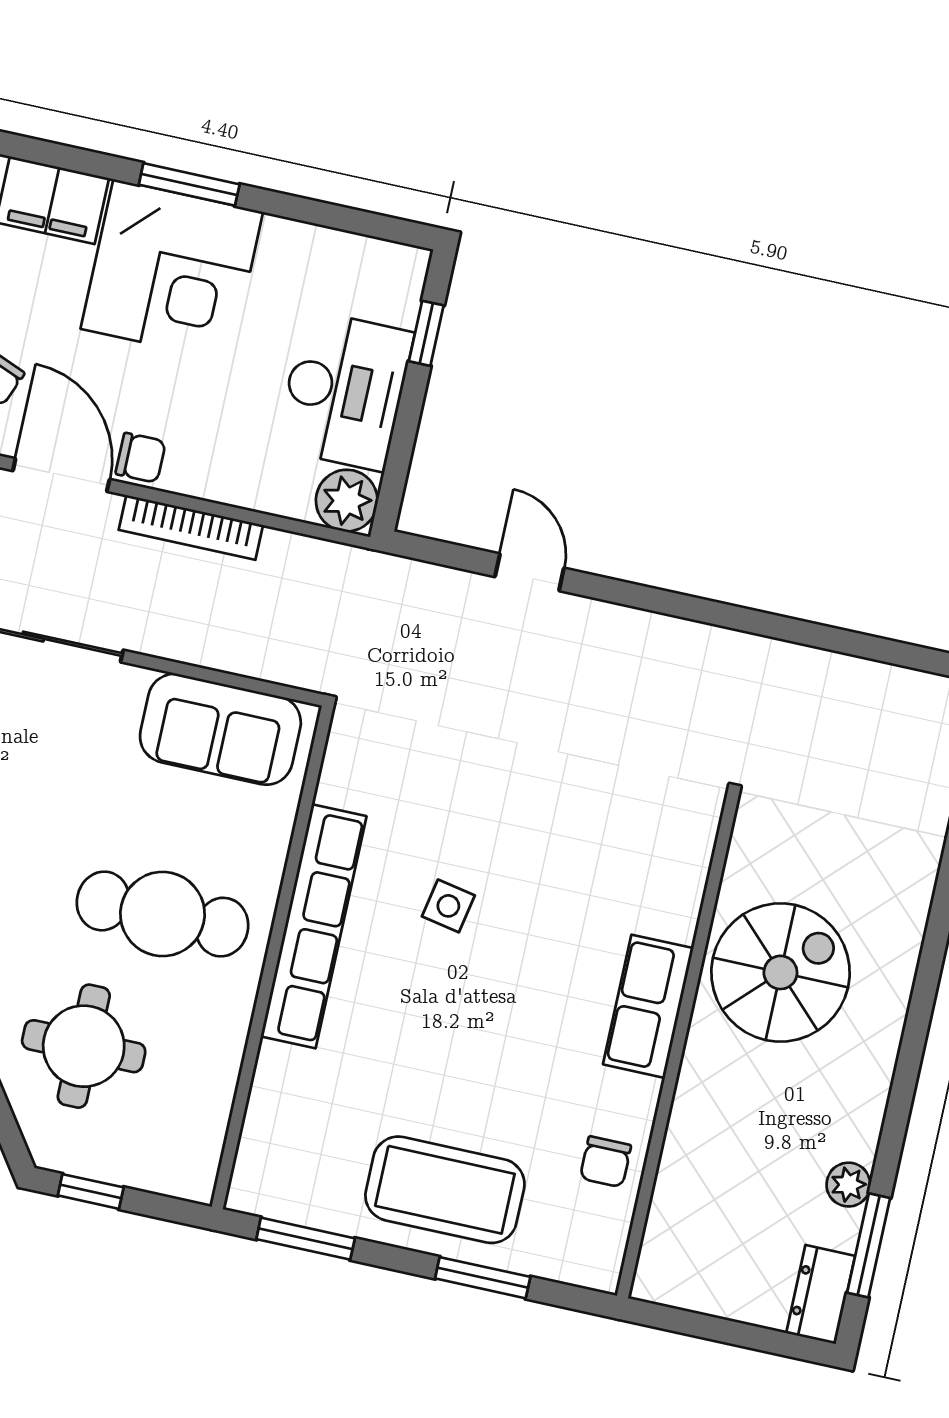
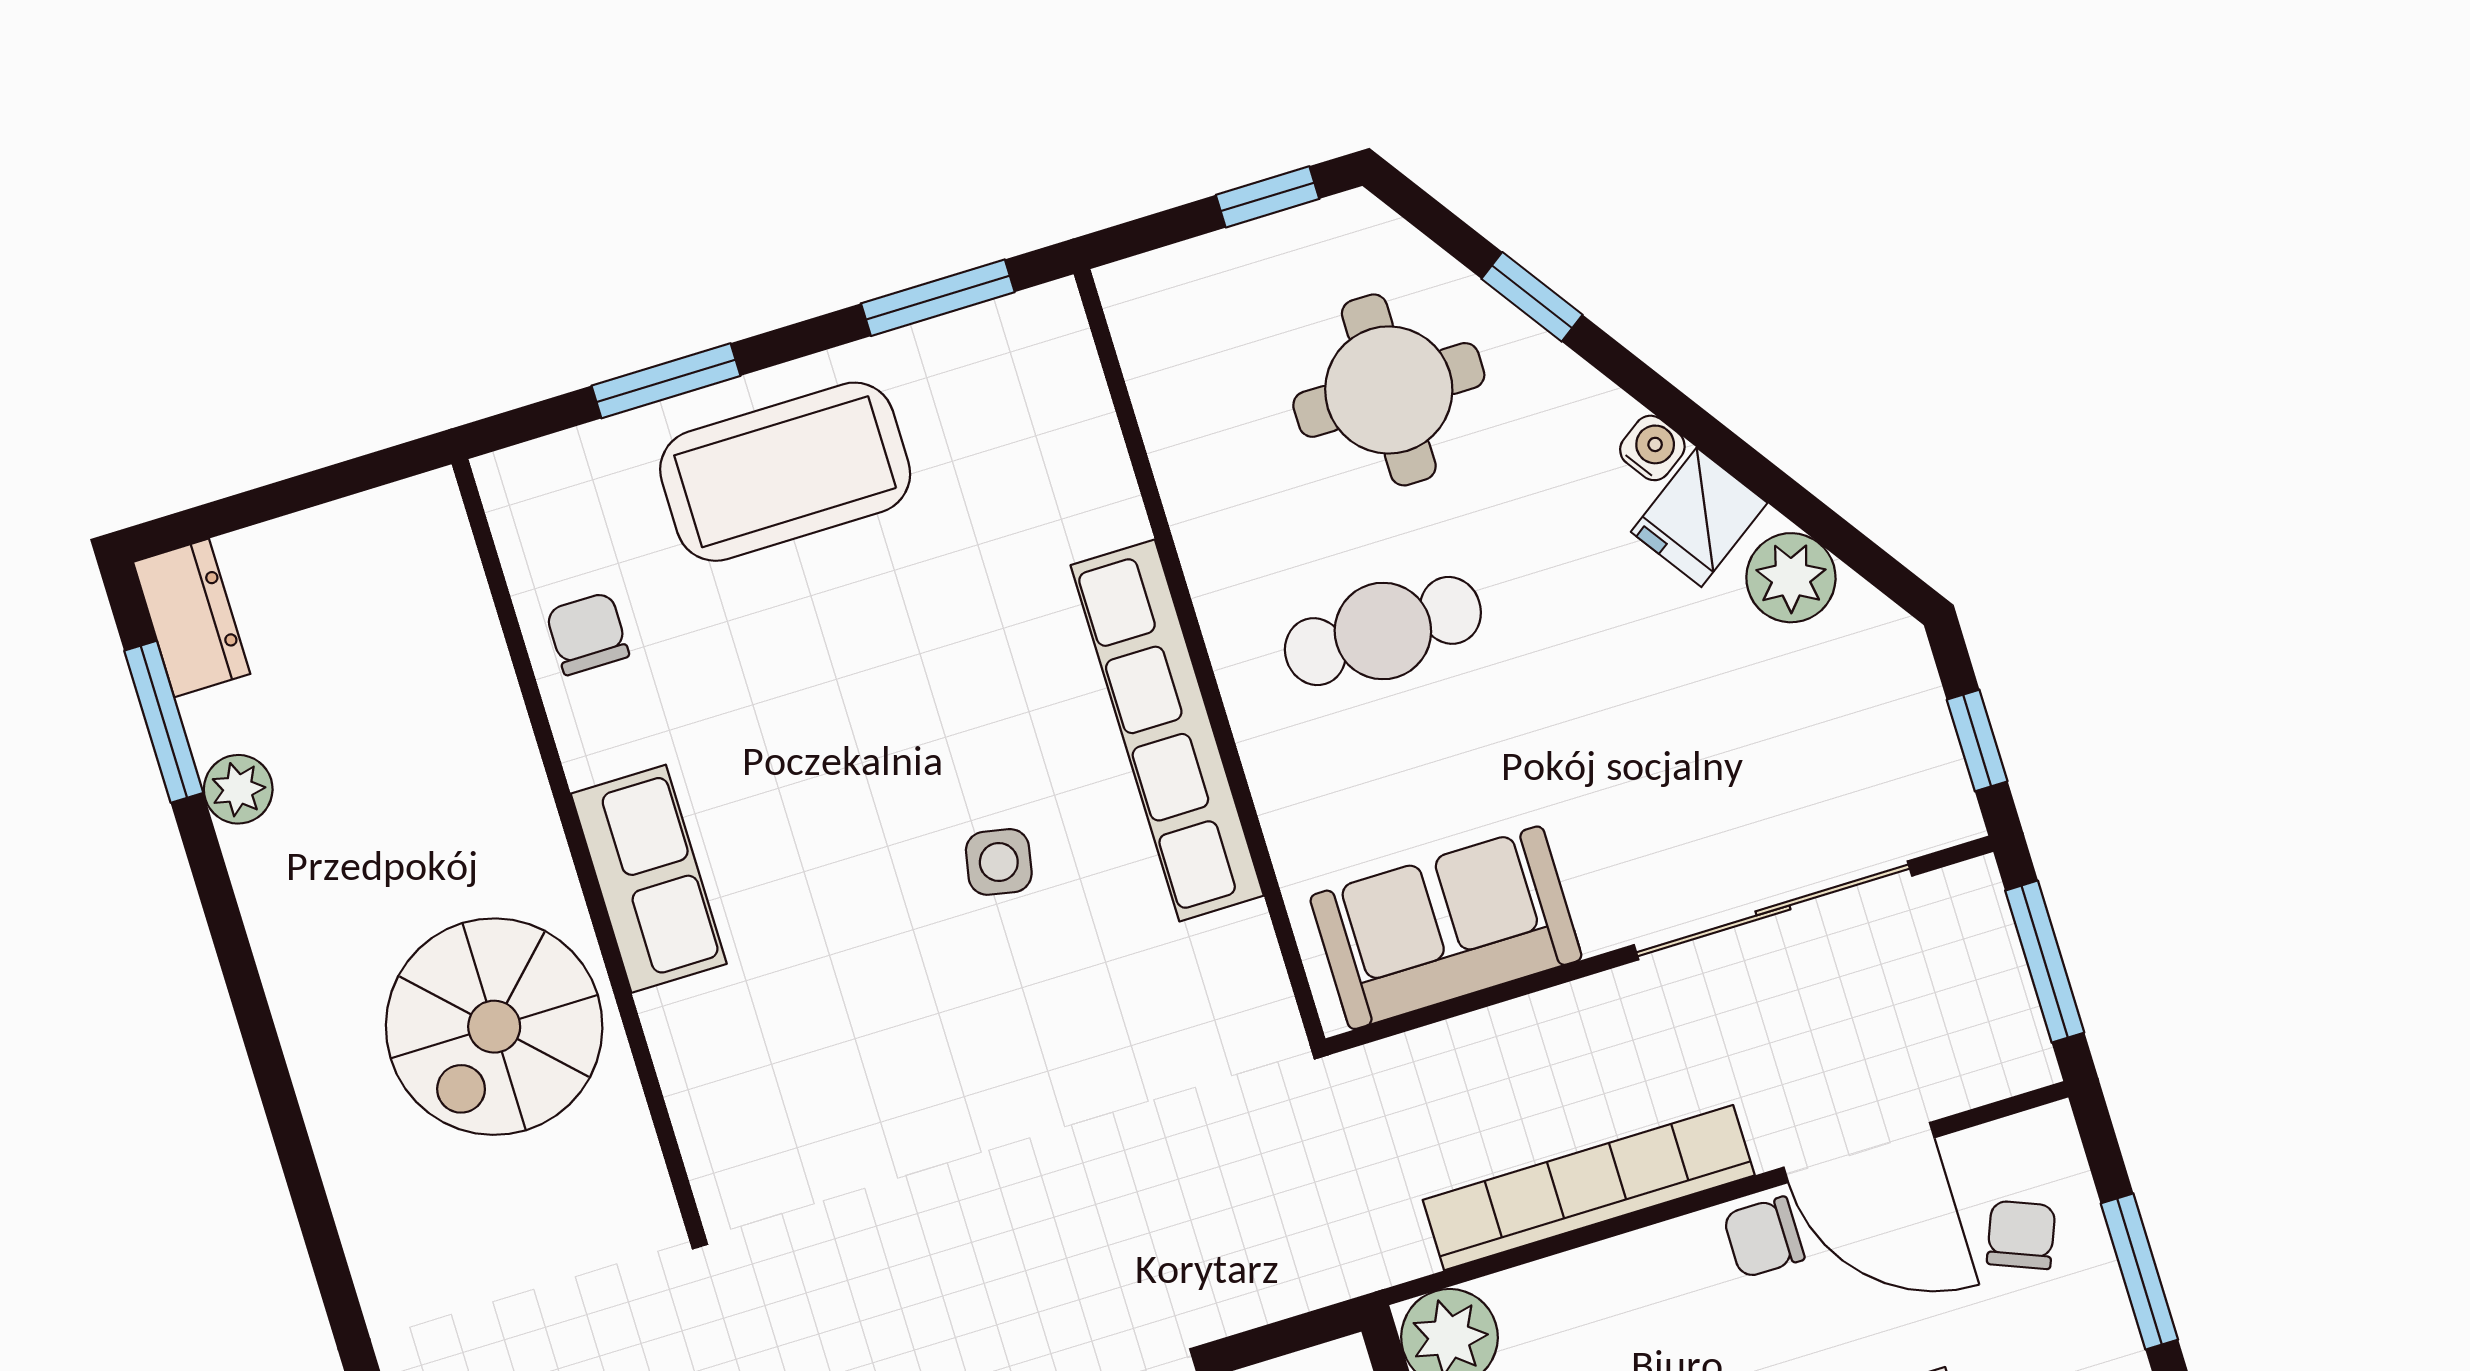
bookcase: (191, 527) -> (1589, 1188), width x1.48, depth x1.31
cafe table: (162, 914) -> (1383, 631), width x0.73, depth x0.74

